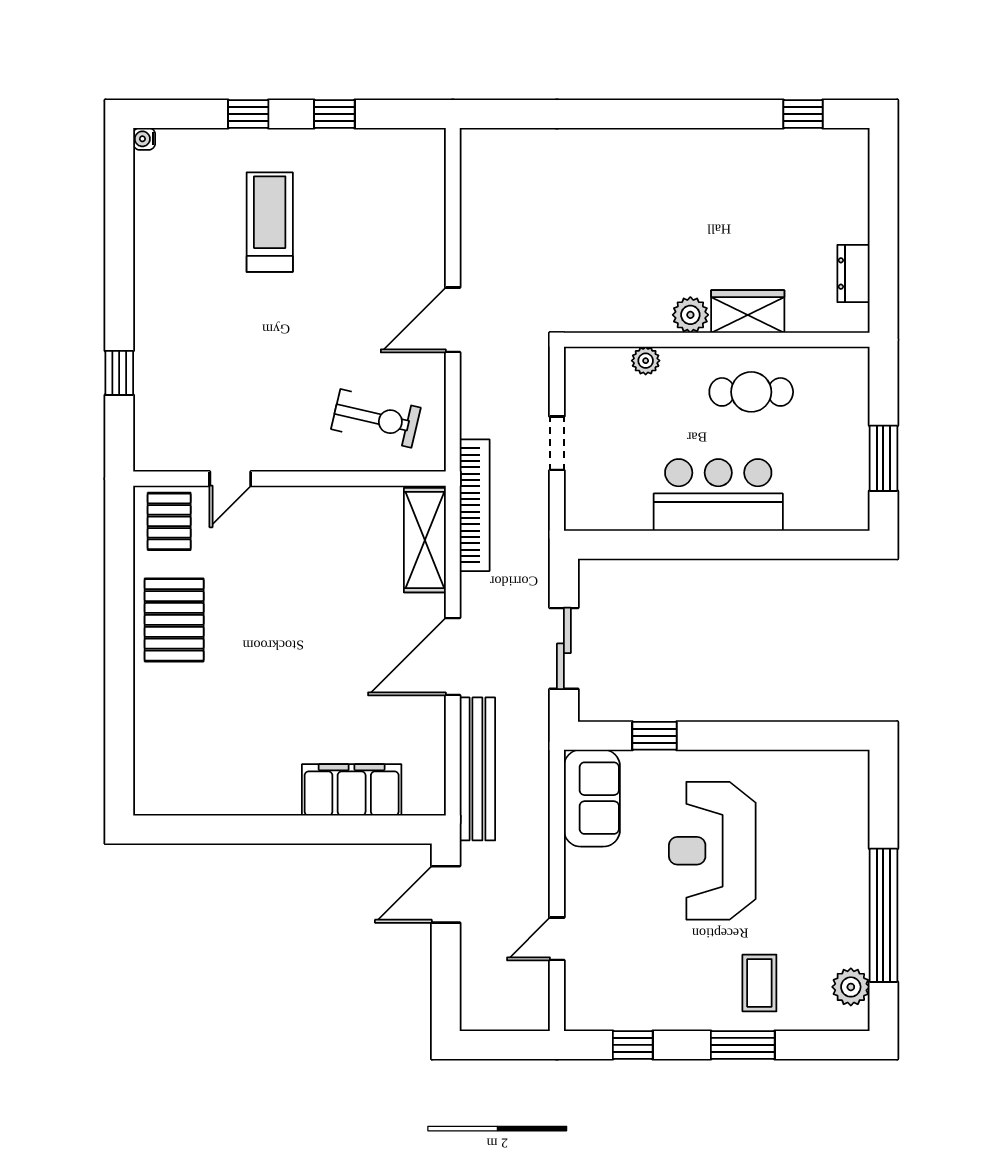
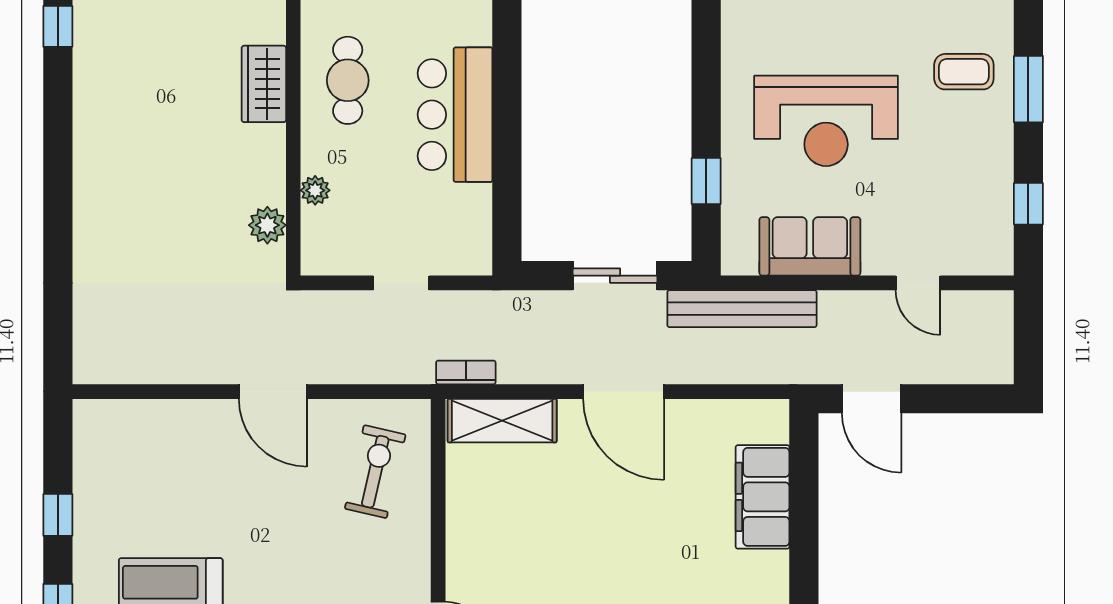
plant: (690, 315) -> (267, 225), moved
bookcase: (475, 505) -> (466, 372), width x0.43, depth x0.76
bench: (477, 769) -> (742, 309), moved
sofa: (592, 798) -> (810, 246), moved

